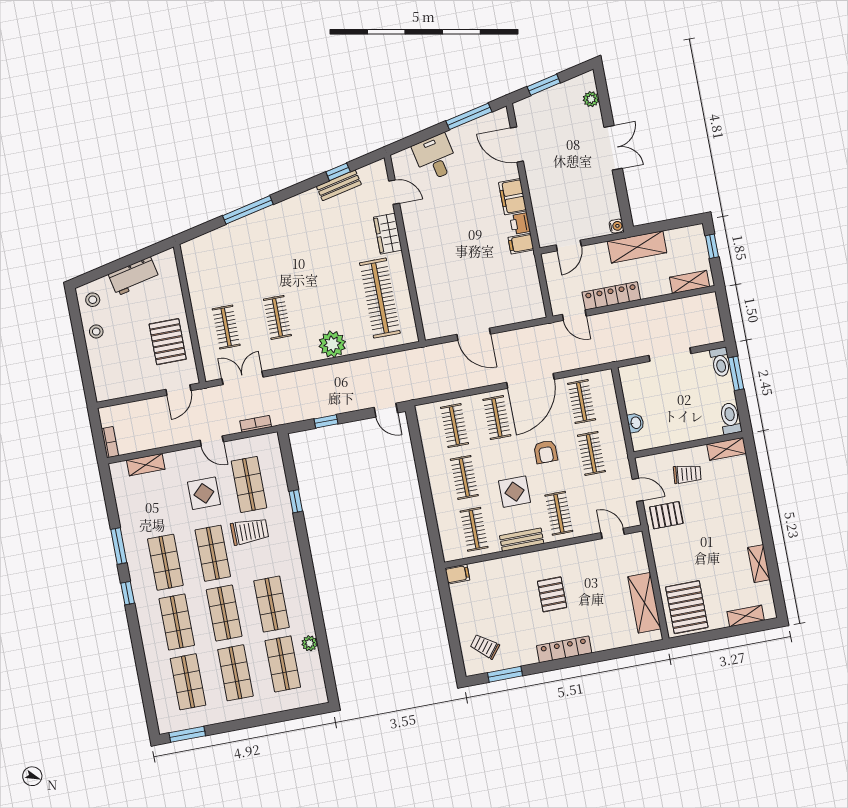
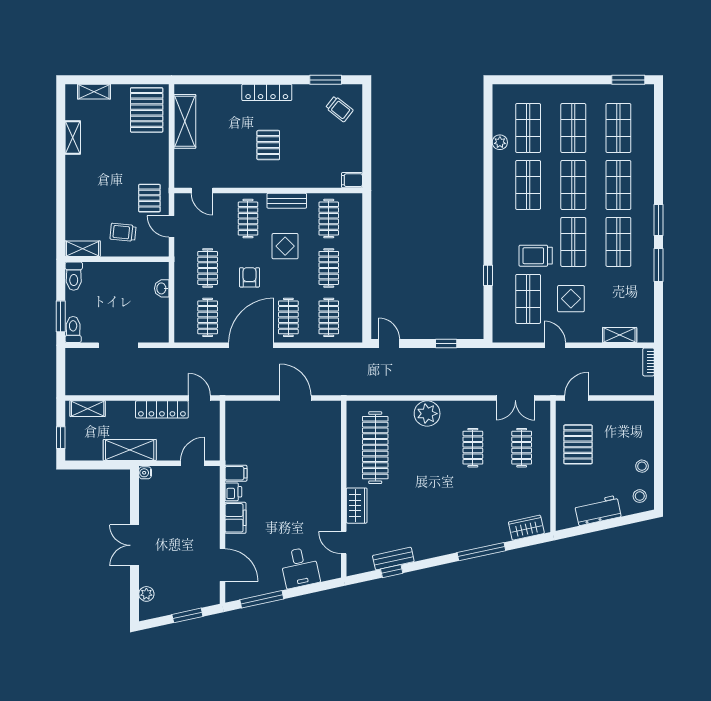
wardrobe: (205, 244) -> (526, 528), added
bookcase: (256, 424) -> (511, 354), removed
pallet: (666, 515) -> (149, 198), turned 90
window: (128, 593) -> (659, 220), width x1.50

